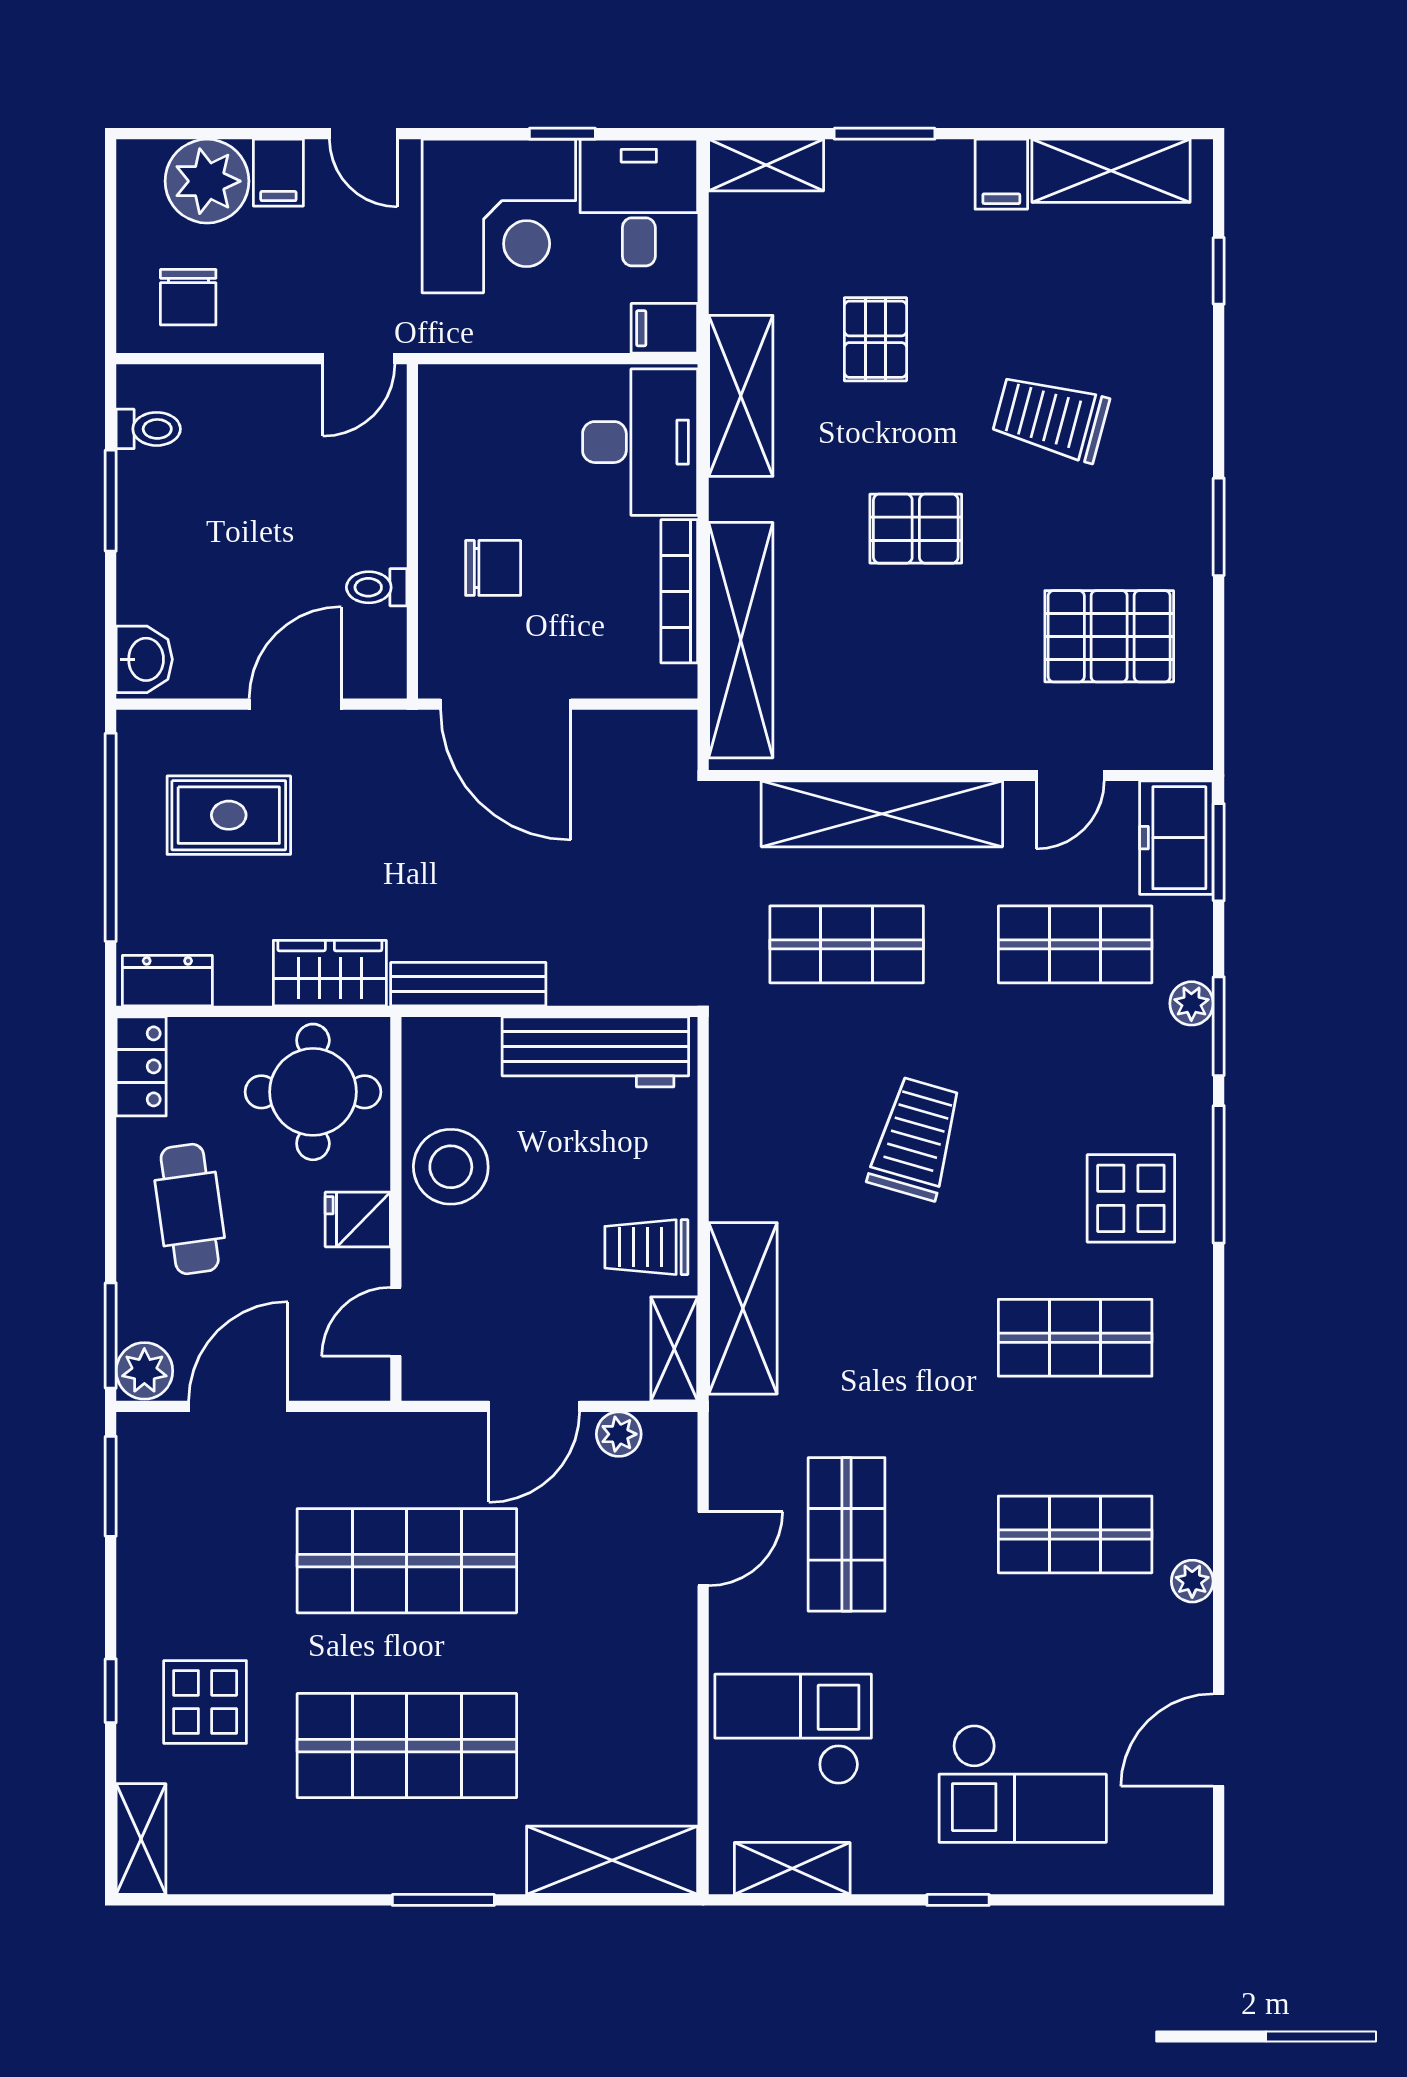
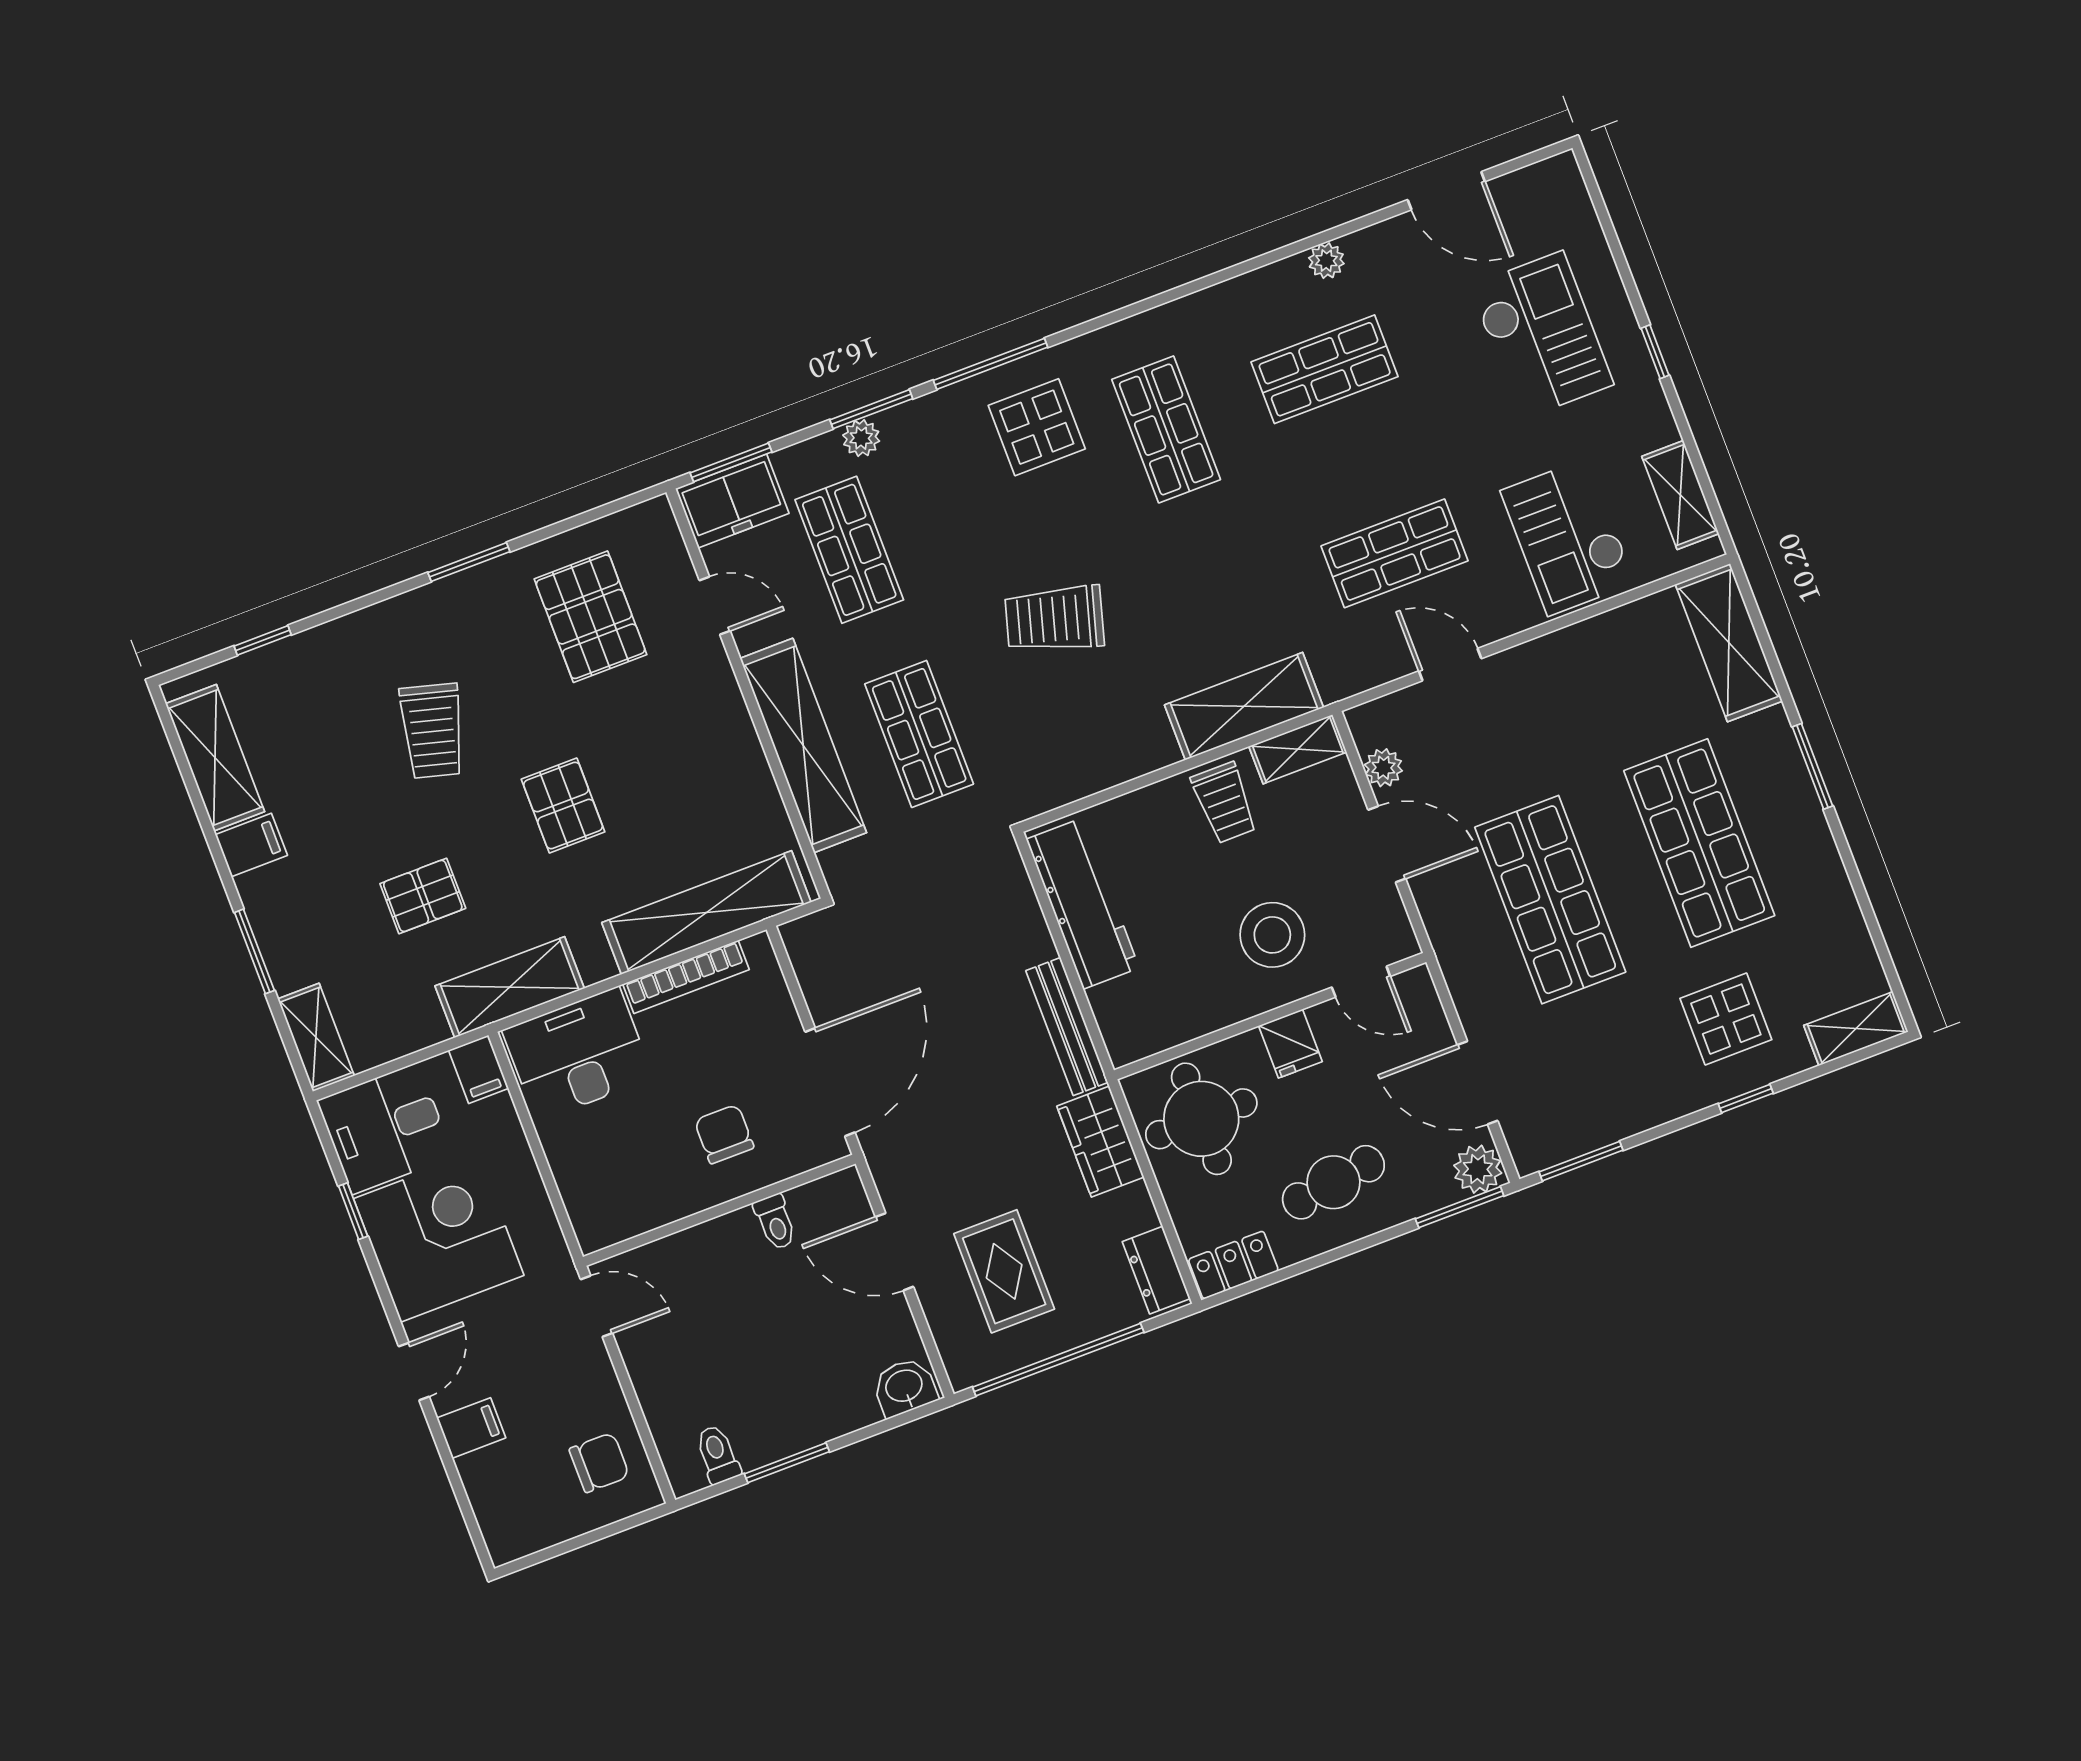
plant: (207, 181) -> (500, 1483), removed
stool: (451, 1167) -> (1272, 935), moved
shop shelf: (1075, 1534) -> (1325, 369), turned 90

